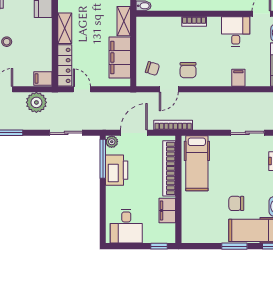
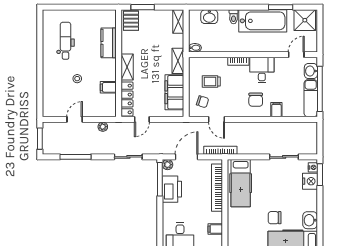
desk: (236, 32) -> (262, 70), moved
trolley: (163, 45) -> (211, 82), added
chair: (188, 70) -> (256, 100), moved
filing cabinet: (43, 78) -> (108, 87), moved
door: (82, 89) -> (142, 119), swing flipped
door: (169, 89) -> (216, 119), hinge flipped
plant: (36, 102) -> (103, 127), width x0.53, depth x0.53
filing cabinet: (167, 210) -> (215, 229), width x0.50

